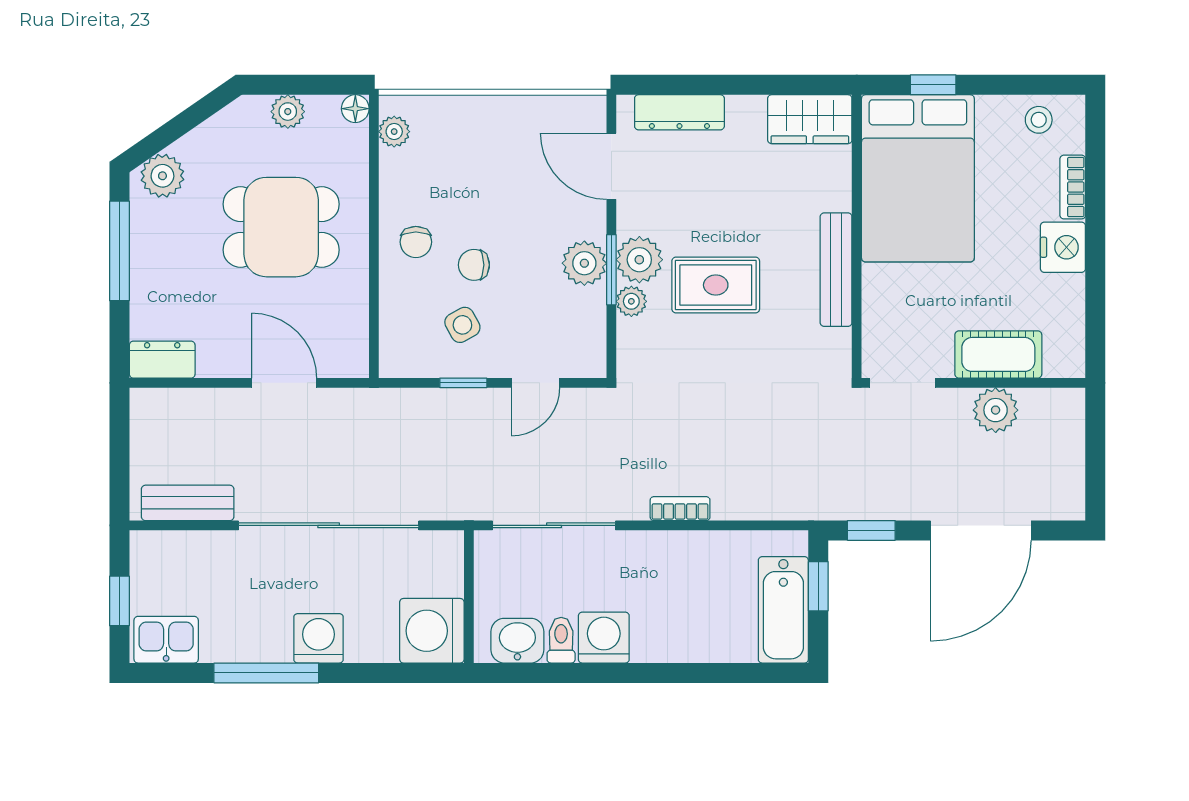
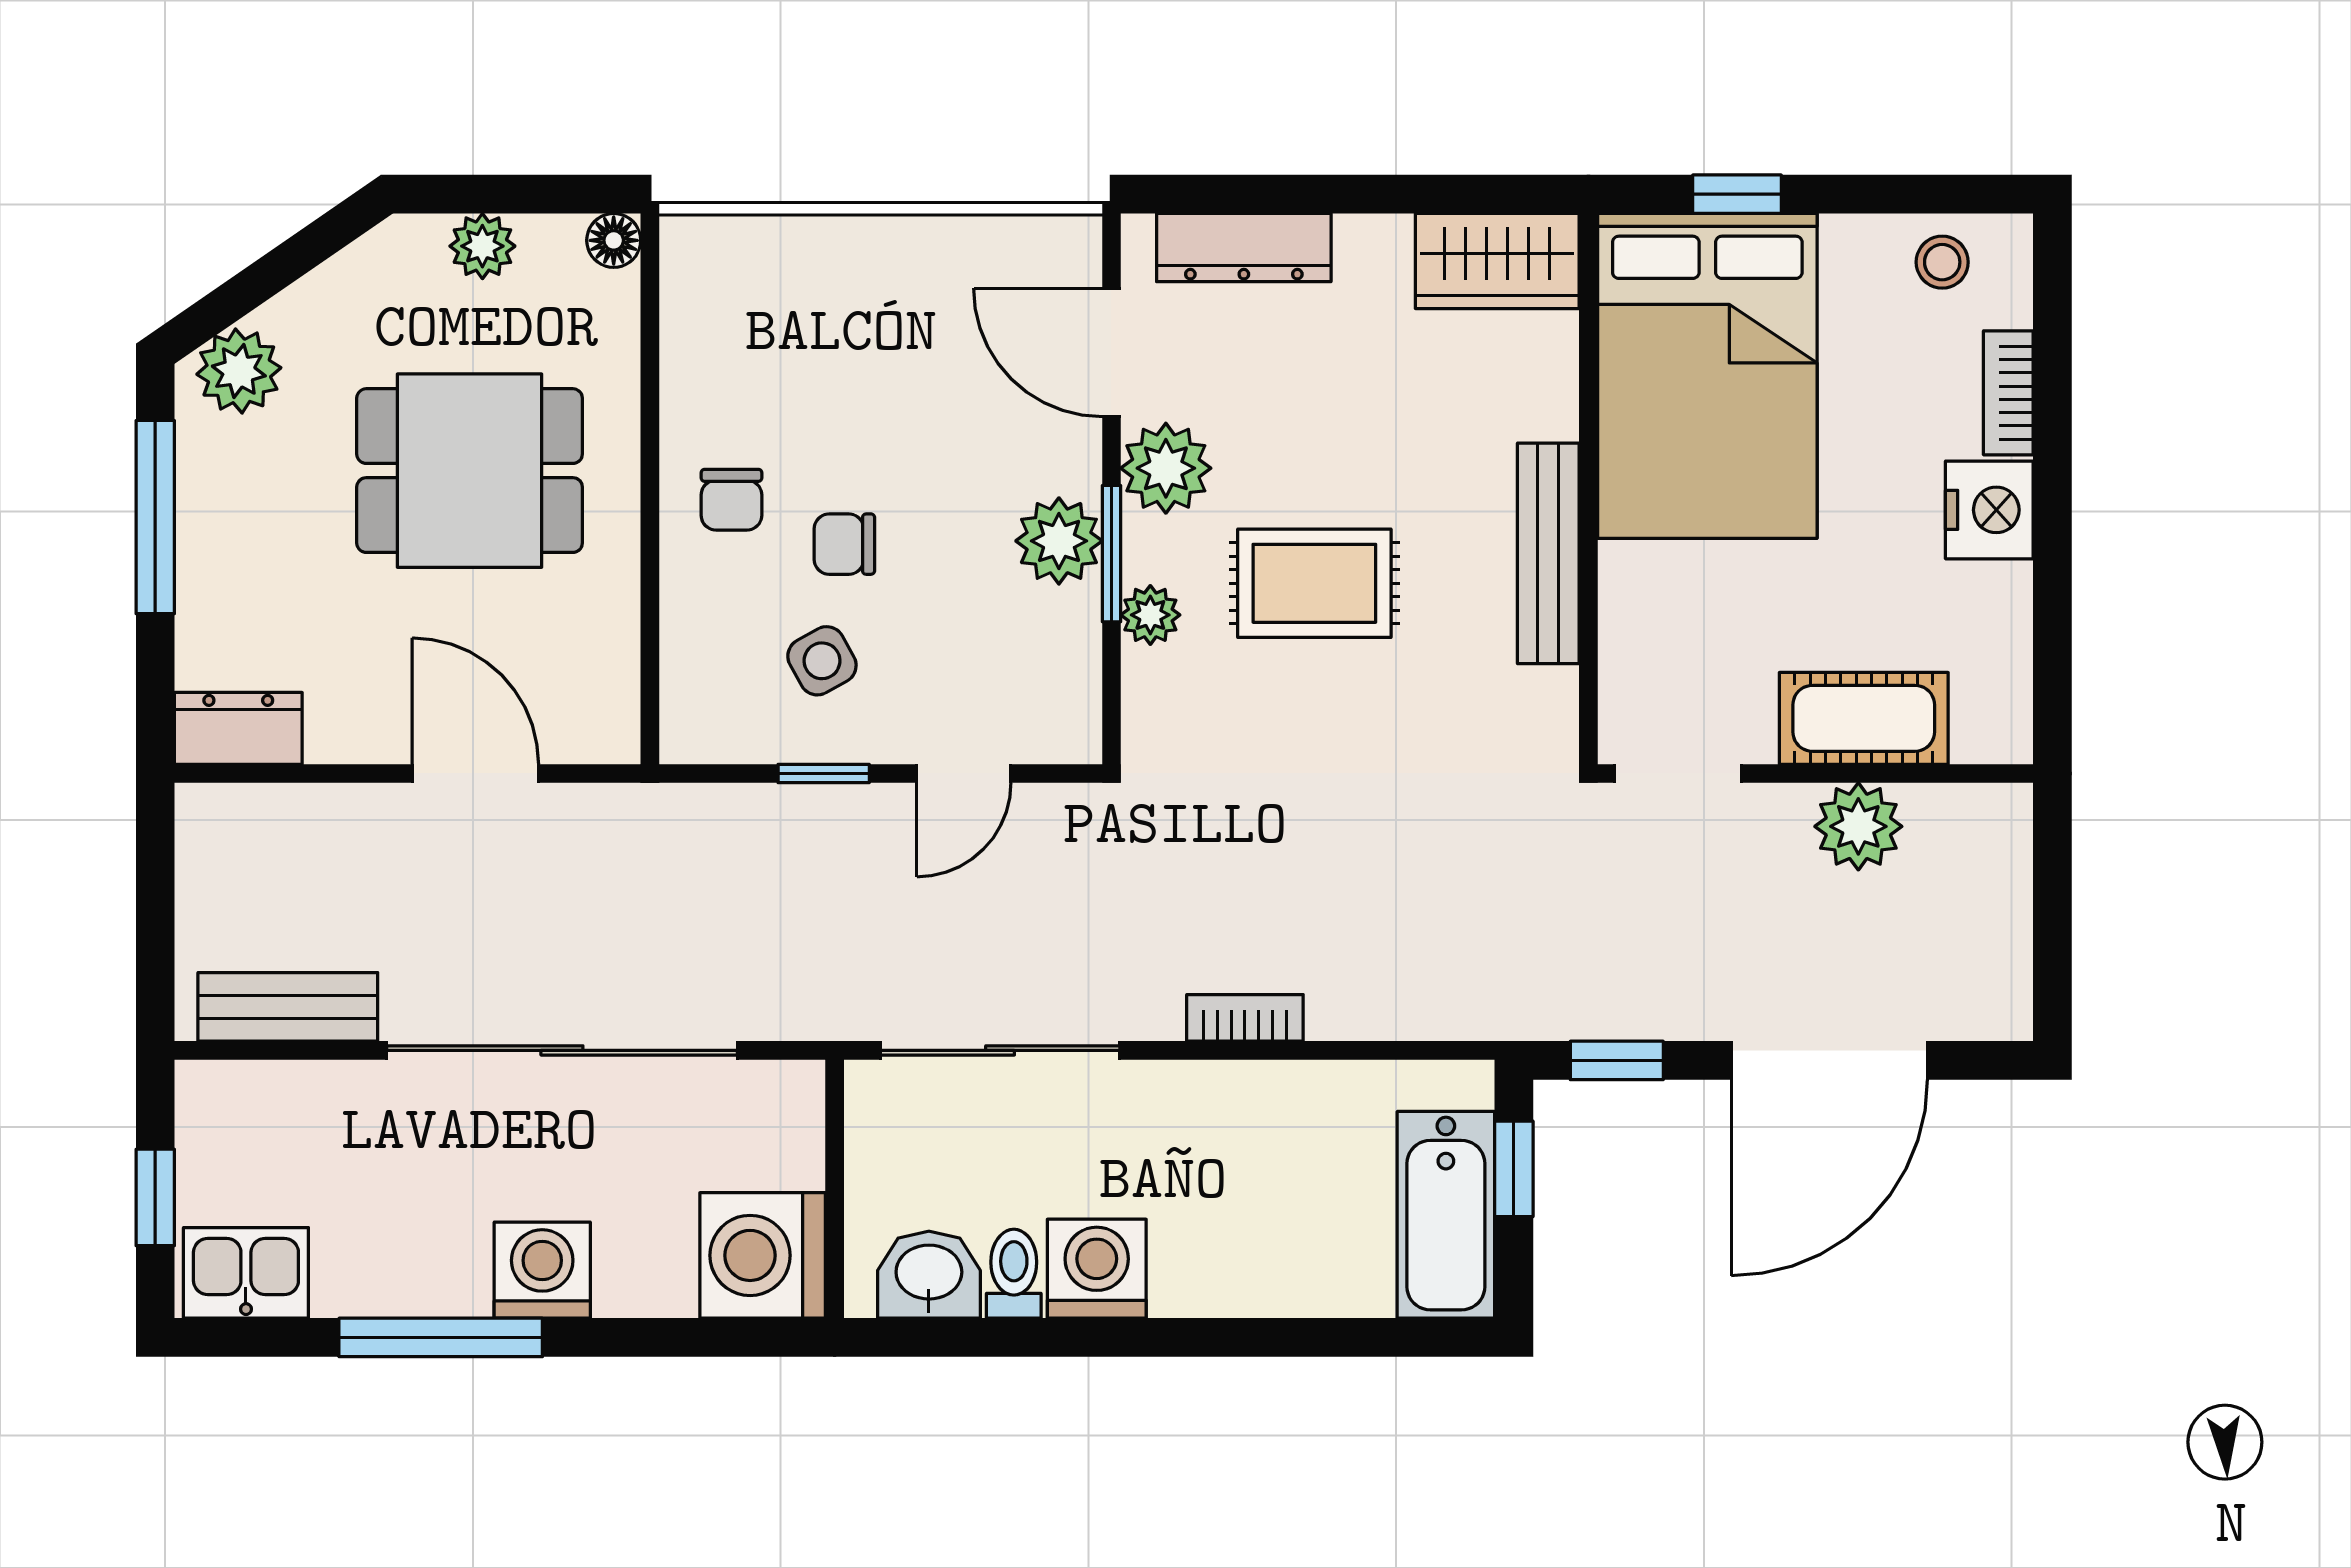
plant: (394, 132) -> (689, 285), removed
plant: (639, 260) -> (1166, 468), moved

